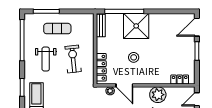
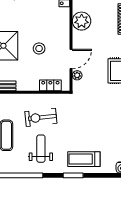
weight bench: (46, 59) -> (41, 149), turned -90
locker: (101, 67) -> (50, 85), width x0.66

